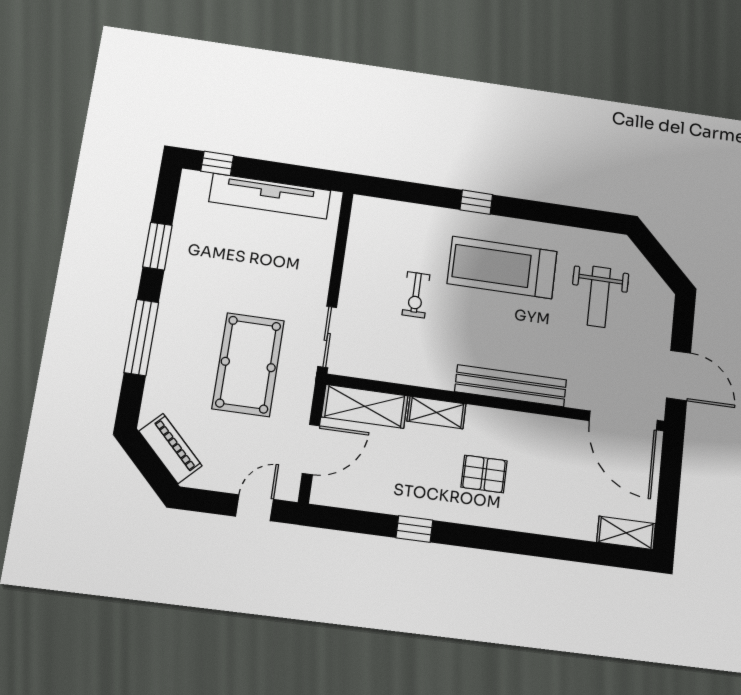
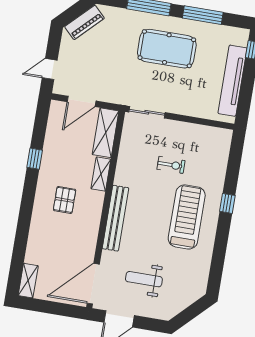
window: (157, 246) -> (203, 15), width x1.44
exercise bike: (416, 295) -> (171, 165), turned 180
weight bench: (599, 297) -> (144, 279), moved
pool table: (248, 364) -> (167, 49), moved
door: (311, 450) -> (82, 101), hinge flipped
door: (255, 508) -> (50, 69), swing flipped

